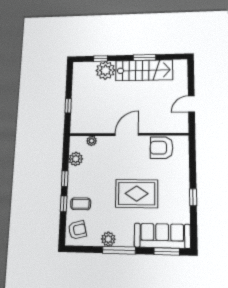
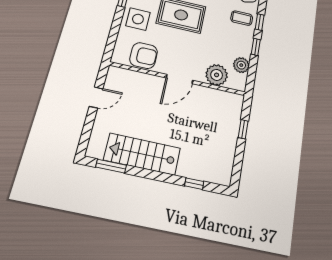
window: (144, 57) -> (111, 166), moved
plant: (105, 70) -> (191, 165), removed
plant: (92, 141) -> (217, 75), width x1.88, depth x1.88
side table: (175, 180) -> (138, 19), added

